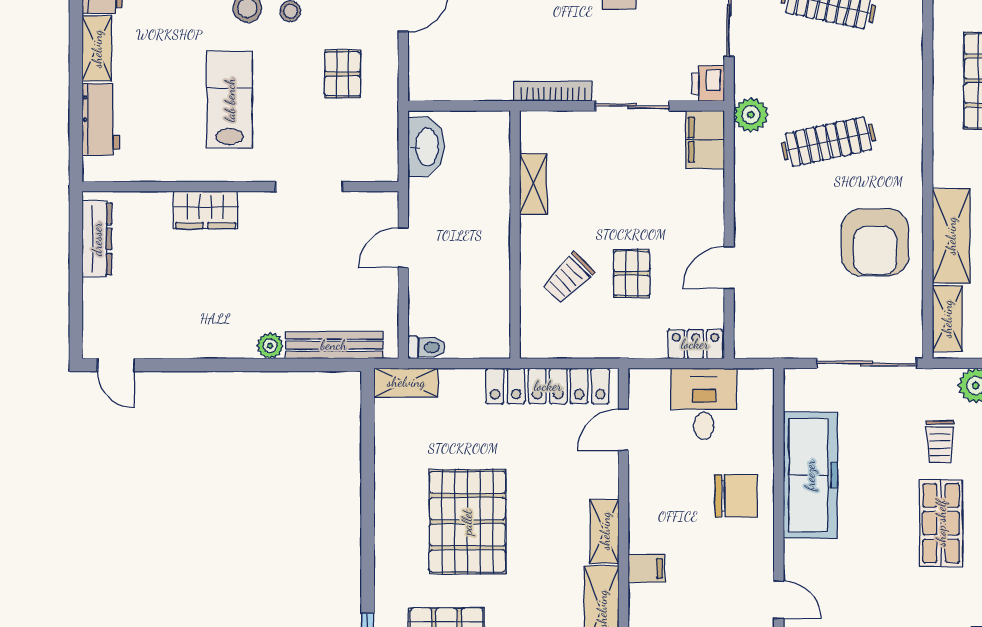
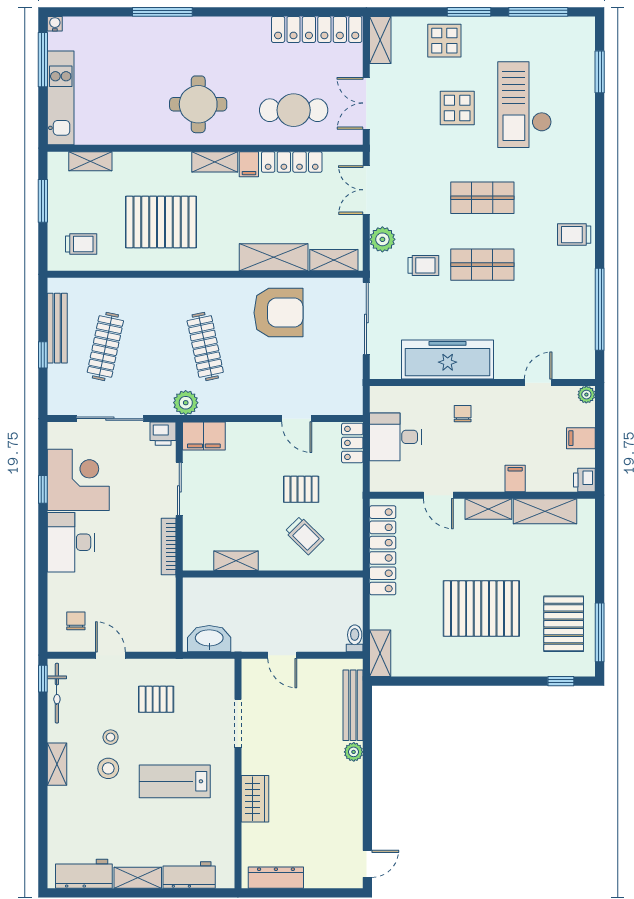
door: (624, 430) -> (438, 495), moved
chair: (736, 496) -> (463, 414), width x0.54, depth x0.54

